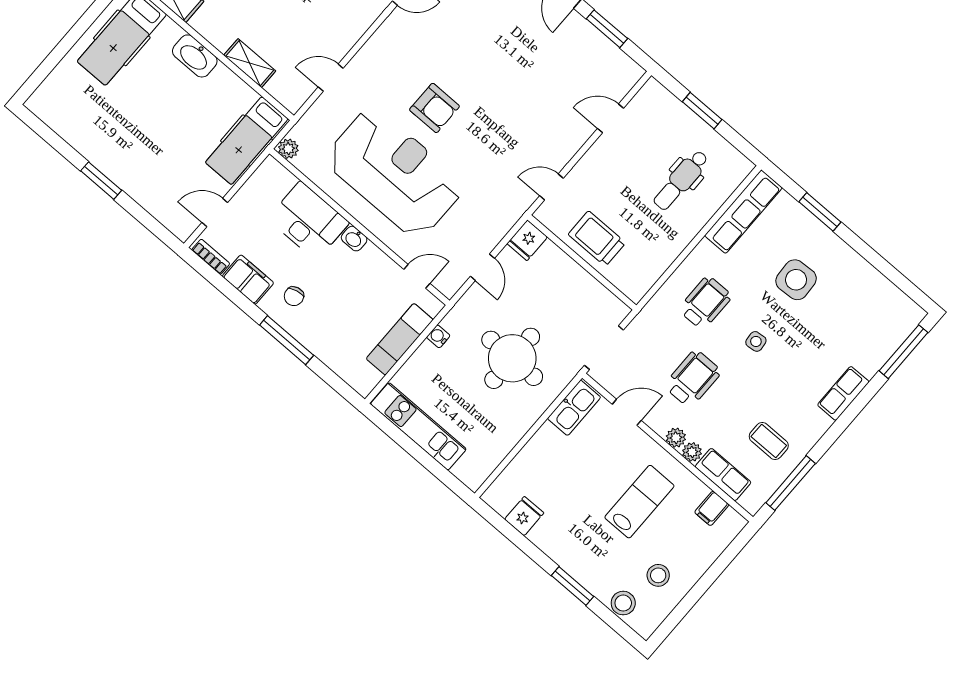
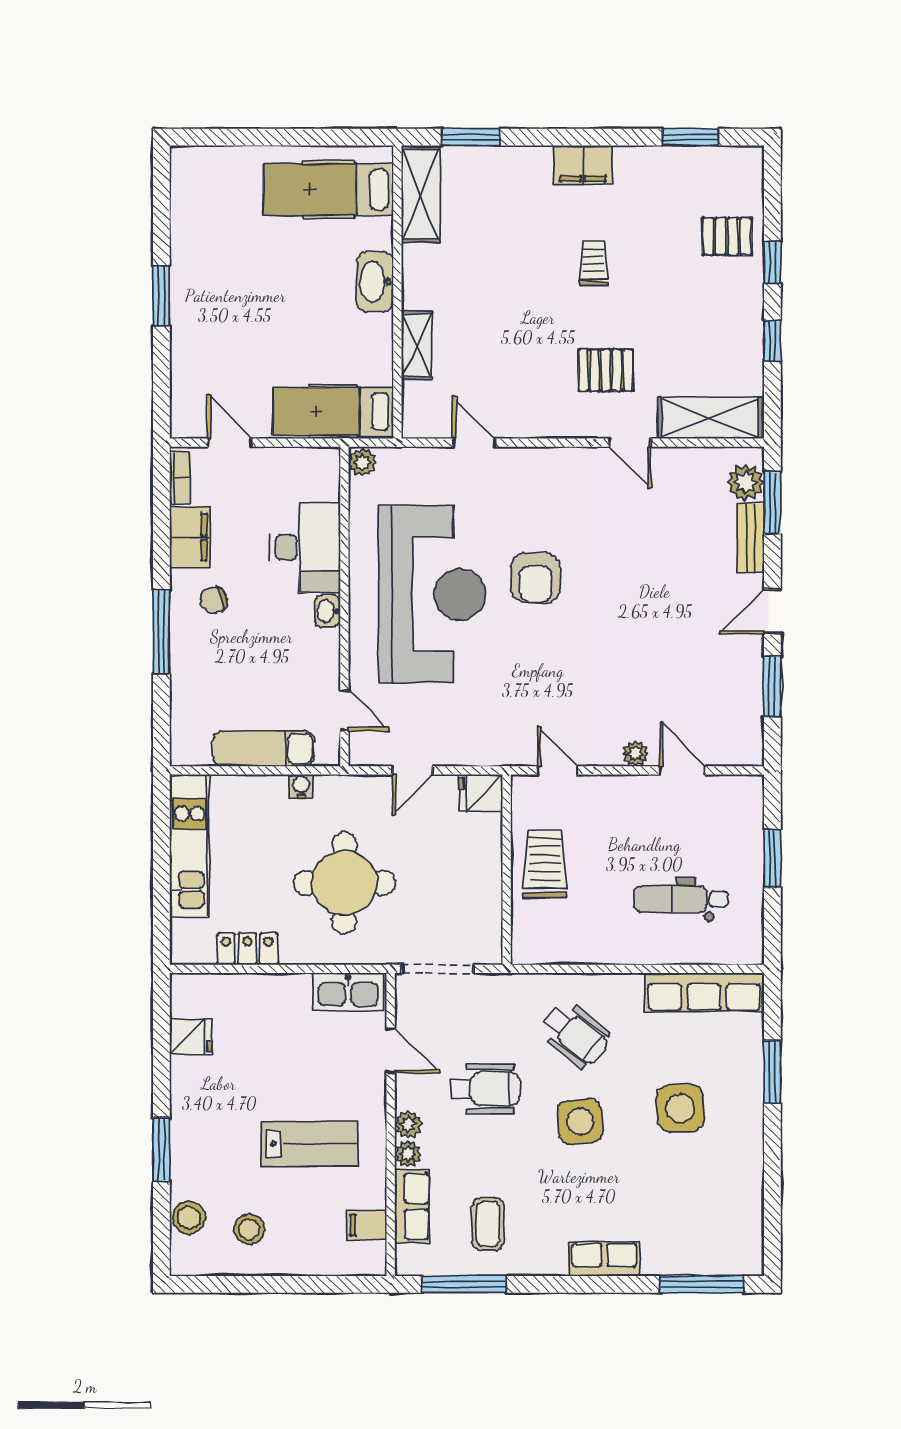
plant: (579, 136) -> (635, 754), added
wheelchair: (705, 303) -> (575, 1034), turned 38
side table: (756, 341) -> (580, 1121), width x1.87, depth x1.87
locker: (502, 443) -> (247, 949), added

